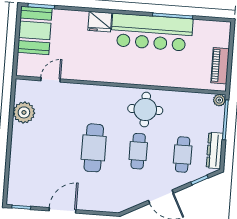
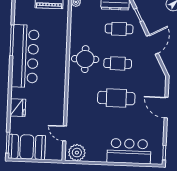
fridge: (100, 22) -> (18, 108), moved
plant: (24, 112) -> (77, 153), moved
bar counter: (25, 162) -> (129, 151), added
door: (62, 210) -> (166, 108), moved

